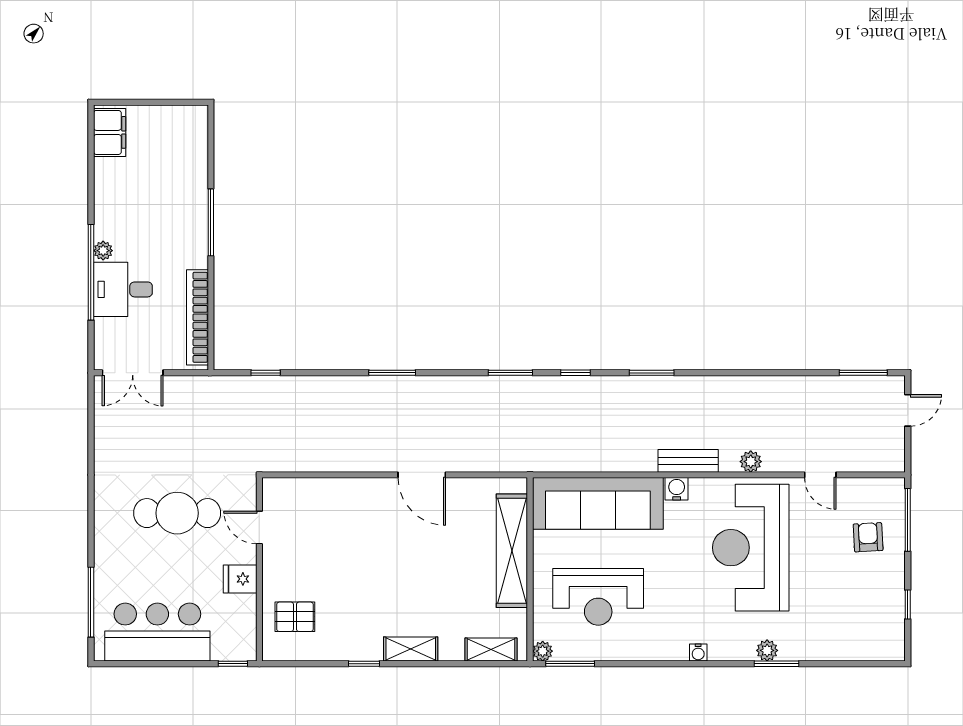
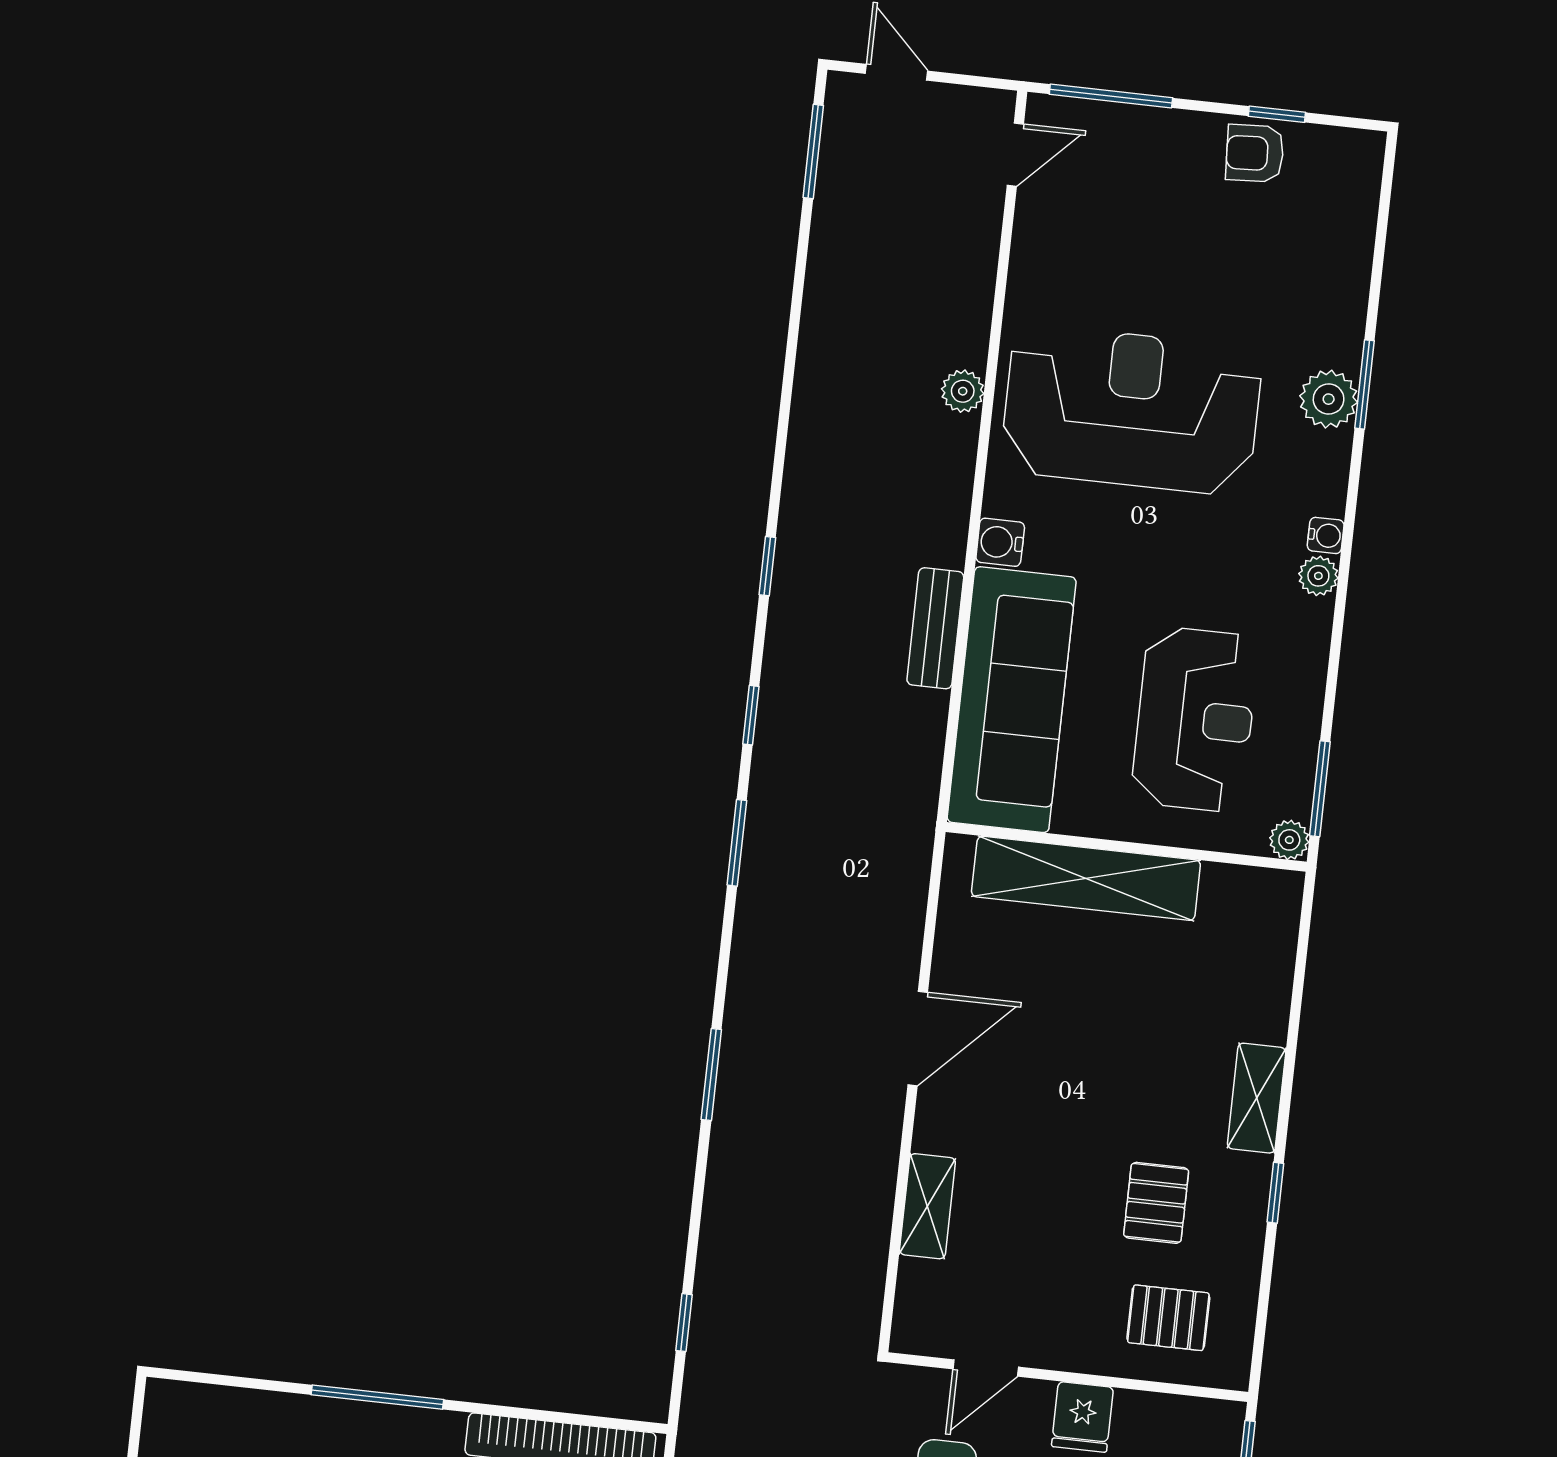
window: (652, 373) -> (767, 566), width x0.67
bench: (688, 461) -> (935, 628), moved
door: (820, 475) -> (1015, 155), moved
armchair: (868, 537) -> (1255, 153), moved
reception desk: (751, 548) -> (1131, 410), turned 180
pallet: (352, 604) -> (1156, 1203), added
pallet: (295, 617) -> (1168, 1318), turned 90
shelving: (491, 650) -> (927, 1206), moved
plant: (767, 650) -> (1329, 399), width x1.38, depth x1.38
plant: (677, 651) -> (1318, 576), added

